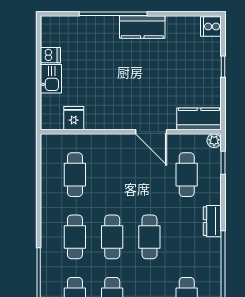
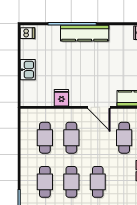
kitchen counter: (142, 27) -> (85, 33), width x1.50
dishwasher: (50, 55) -> (28, 33), moved
fridge: (74, 118) -> (61, 98), moved
cafe table: (112, 175) -> (71, 138), added

